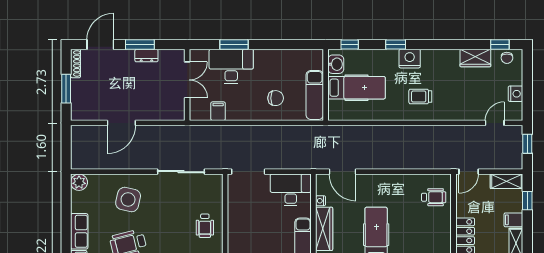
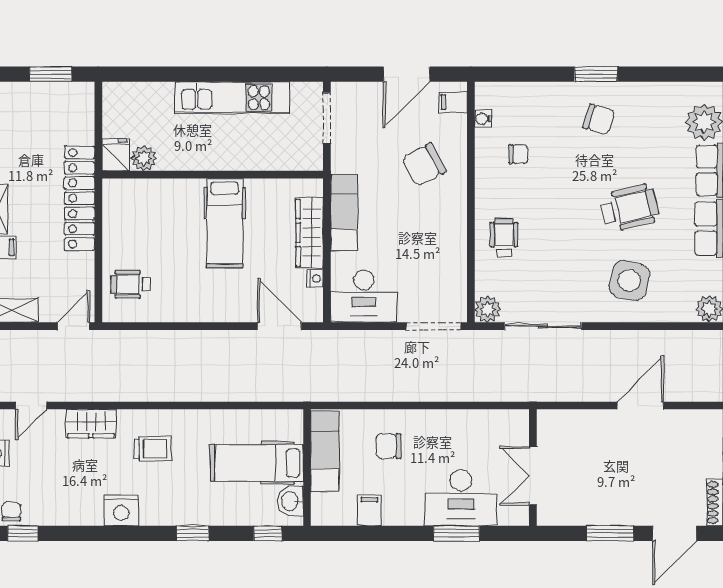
dresser: (146, 56) -> (599, 515), removed
wardrobe: (475, 58) -> (91, 424), moved, turned 180
nightstand: (410, 59) -> (121, 510), moved
filing cabinet: (218, 111) -> (369, 510), moved, turned 180
plant: (215, 182) -> (488, 309), added

